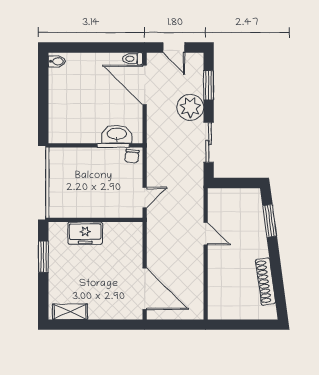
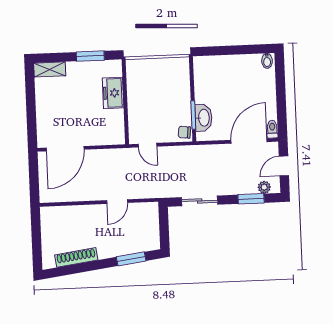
plant: (190, 107) -> (264, 187), moved, width x0.53, depth x0.53
shelving: (70, 312) -> (50, 69), moved, turned 90

